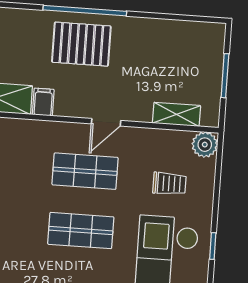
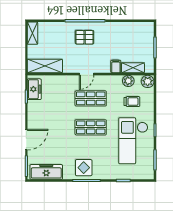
pallet: (81, 44) -> (85, 37), width x0.67, depth x0.71
filing cabinet: (43, 102) -> (116, 66), moved
door: (106, 122) -> (87, 74), moved
plant: (165, 141) -> (128, 81), added

